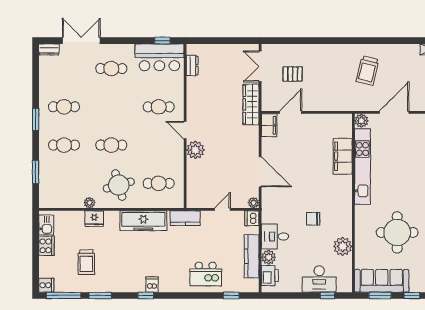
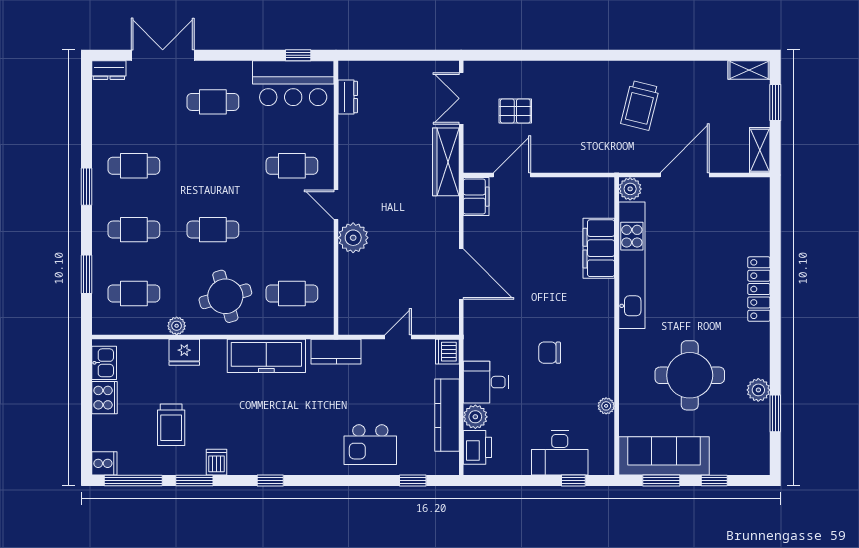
cafe table: (64, 183) -> (134, 293), added
plant: (253, 203) -> (450, 326), removed
plant: (343, 246) -> (606, 406), width x0.53, depth x0.53
dishwasher: (152, 284) -> (217, 462), moved

